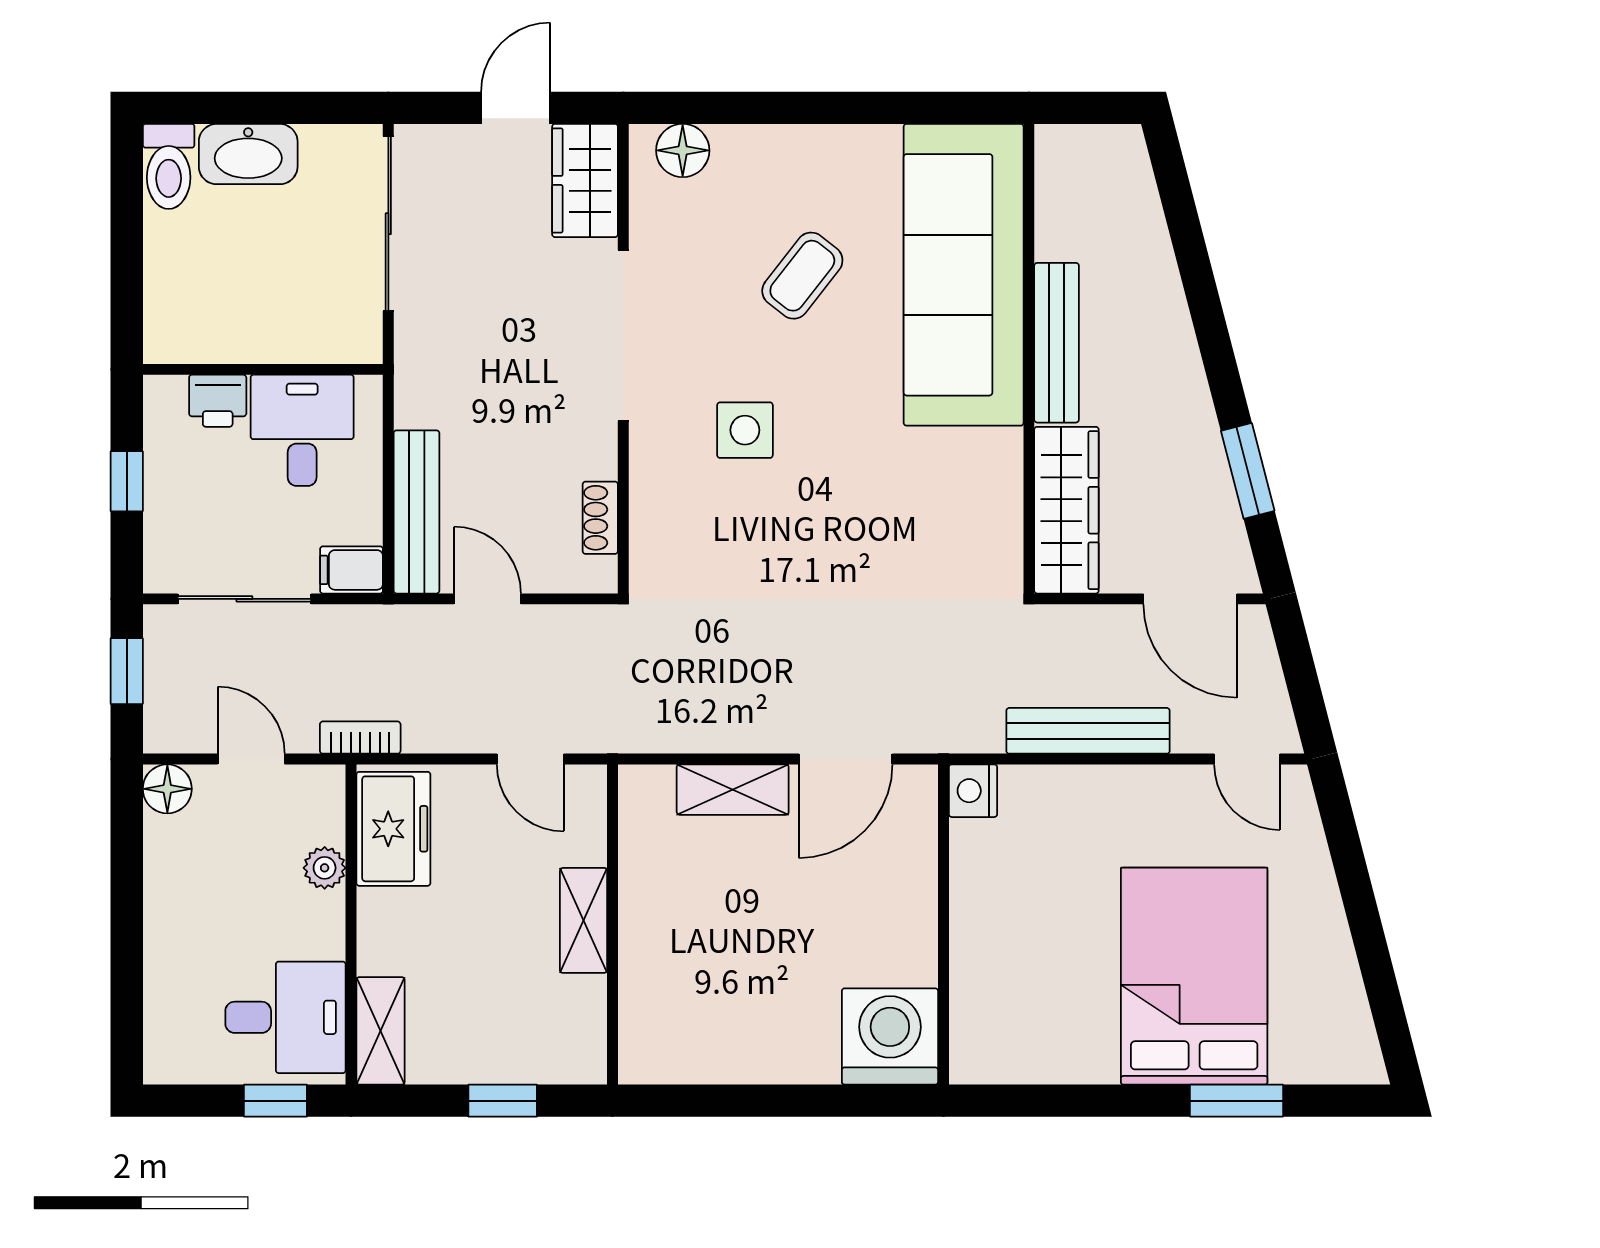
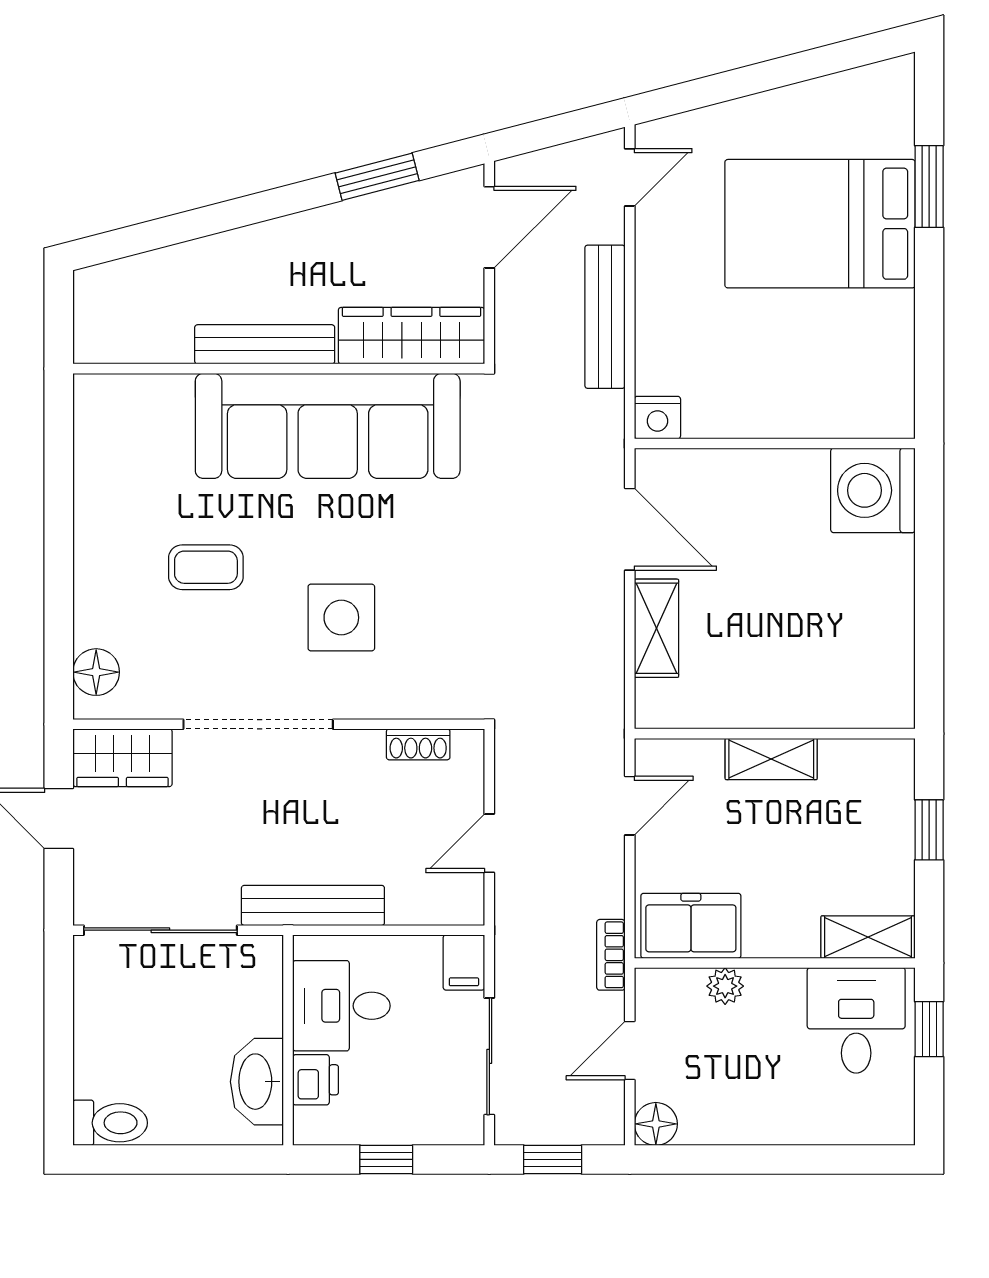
washbasin: (248, 154) -> (257, 1082), moved, turned 180
sofa: (964, 275) -> (328, 426), moved
coffee table: (802, 276) -> (206, 567), turned -38
side table: (745, 430) -> (341, 618), width x1.37, depth x1.37
bench: (417, 512) -> (313, 905), moved

